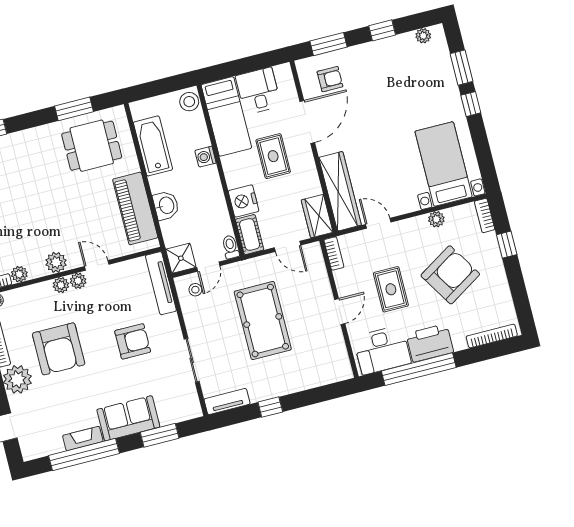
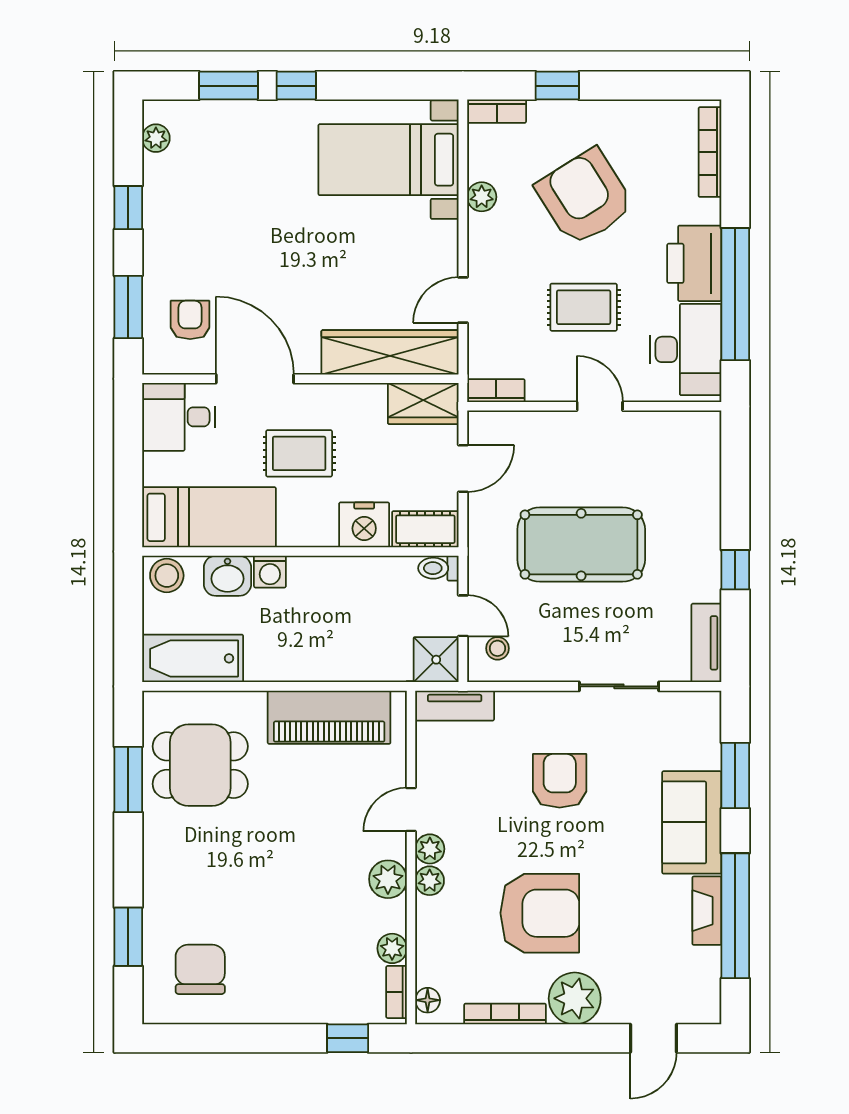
desk: (258, 91) -> (179, 417), moved
dining table: (92, 146) -> (200, 765), turned 90
bathtub: (153, 146) -> (193, 658), moved
washbasin: (166, 205) -> (228, 576), moved, turned 180
tv unit: (161, 283) -> (455, 706), width x0.71

